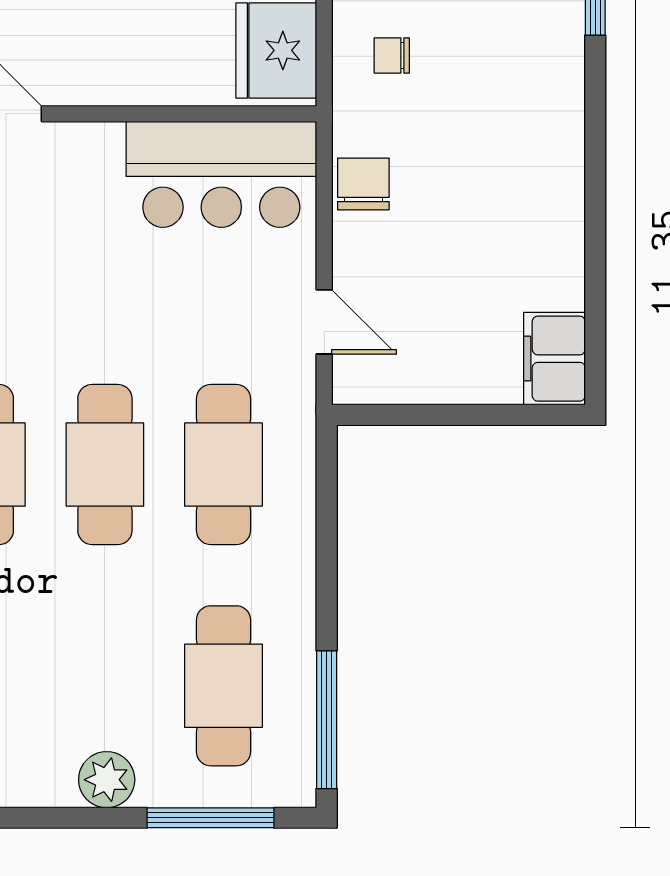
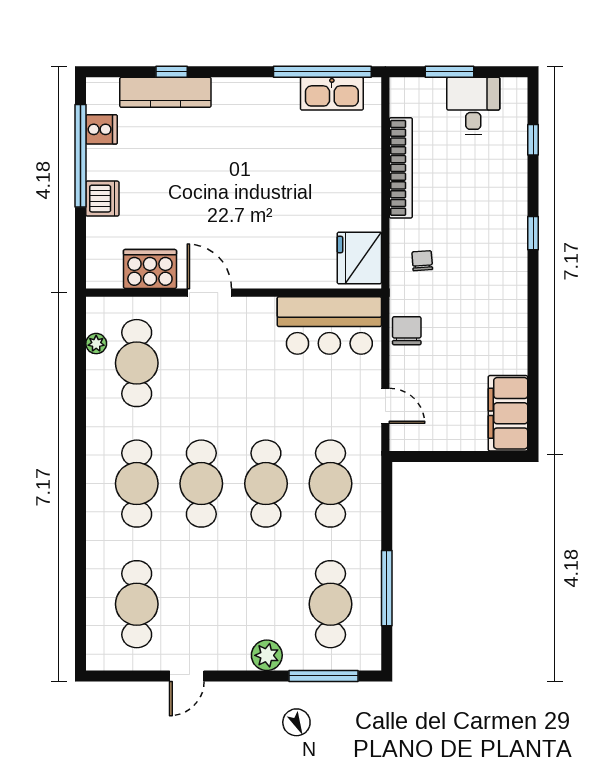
chair: (392, 55) -> (422, 261), turned 86
filing cabinet: (554, 359) -> (508, 413), width x1.50, depth x1.17
window: (327, 720) -> (387, 588), moved

